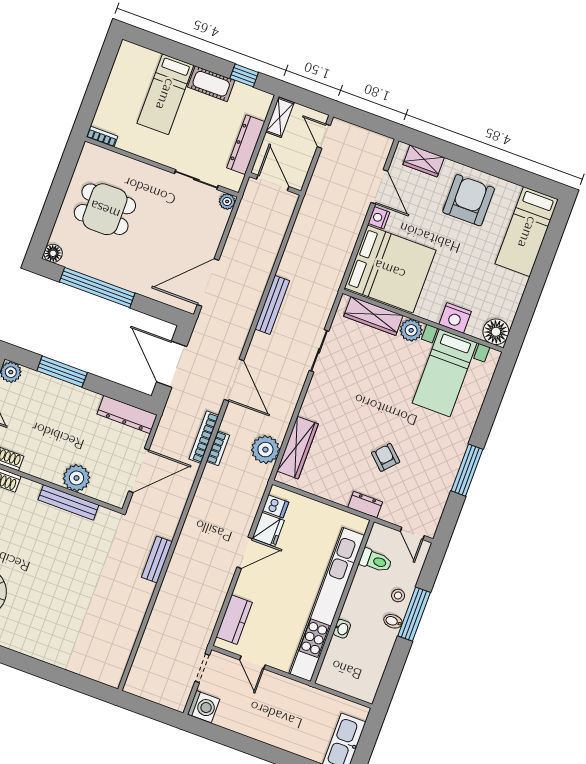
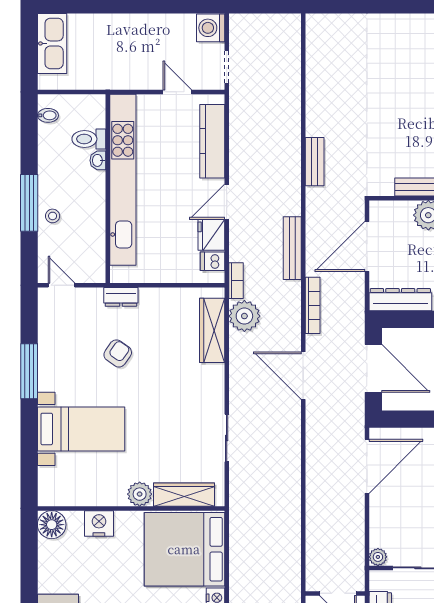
bench: (272, 305) -> (292, 248), moved
bed with nightstands: (445, 373) -> (81, 429), moved, turned 90
bookcase: (218, 448) -> (236, 281), moved, turned 180
armchair: (386, 457) -> (118, 353), turned -98
toilet: (376, 561) -> (89, 139), moved
kitchen counter: (234, 620) -> (212, 141), width x1.50
bidet: (393, 621) -> (48, 115), moved

